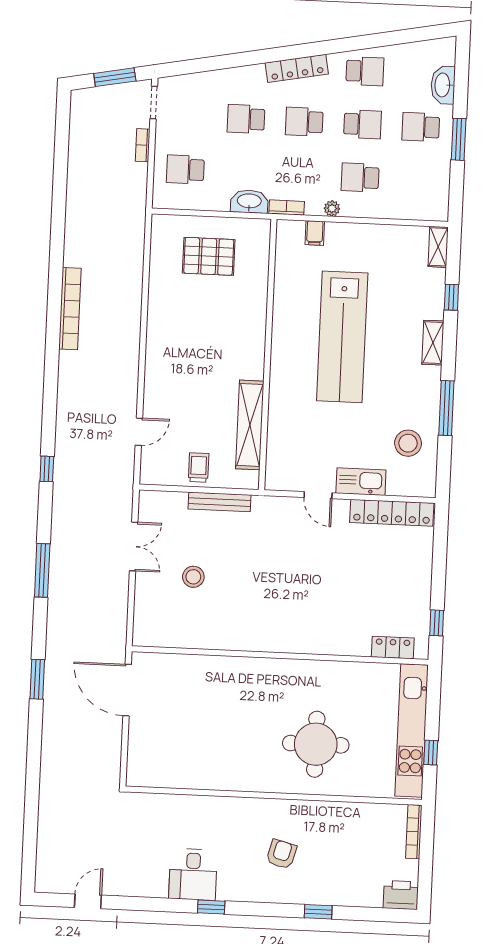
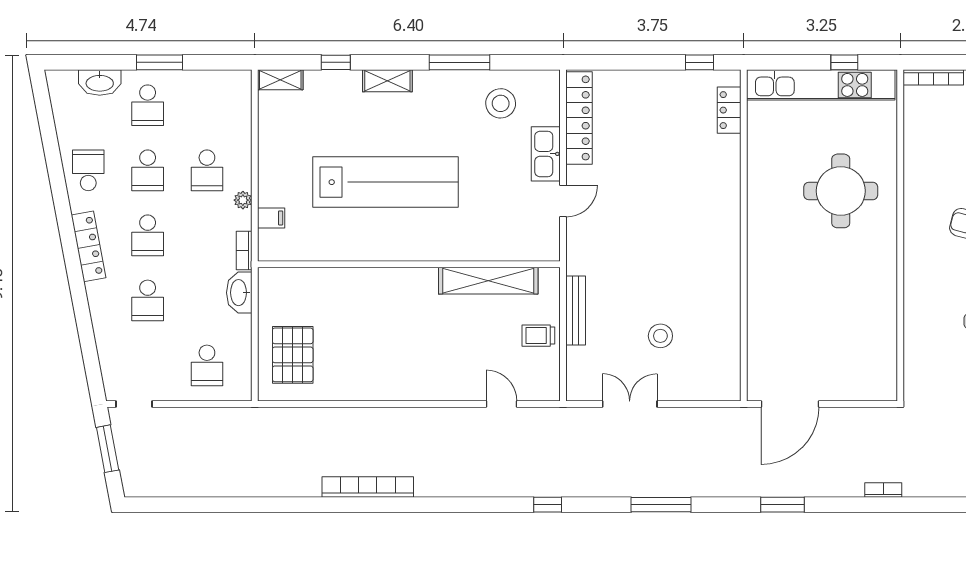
school desk: (362, 124) -> (148, 170), turned 180
bookcase: (143, 145) -> (883, 490), moved, turned 180
pallet: (209, 256) -> (293, 355), moved

